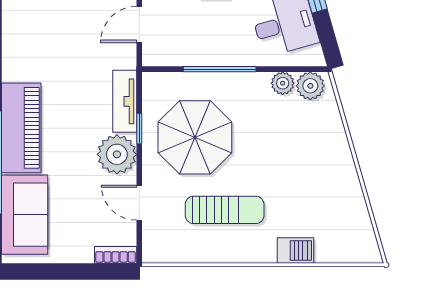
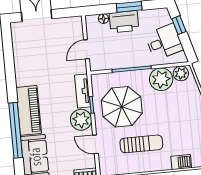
plant: (283, 83) -> (161, 79), width x1.87, depth x1.87

